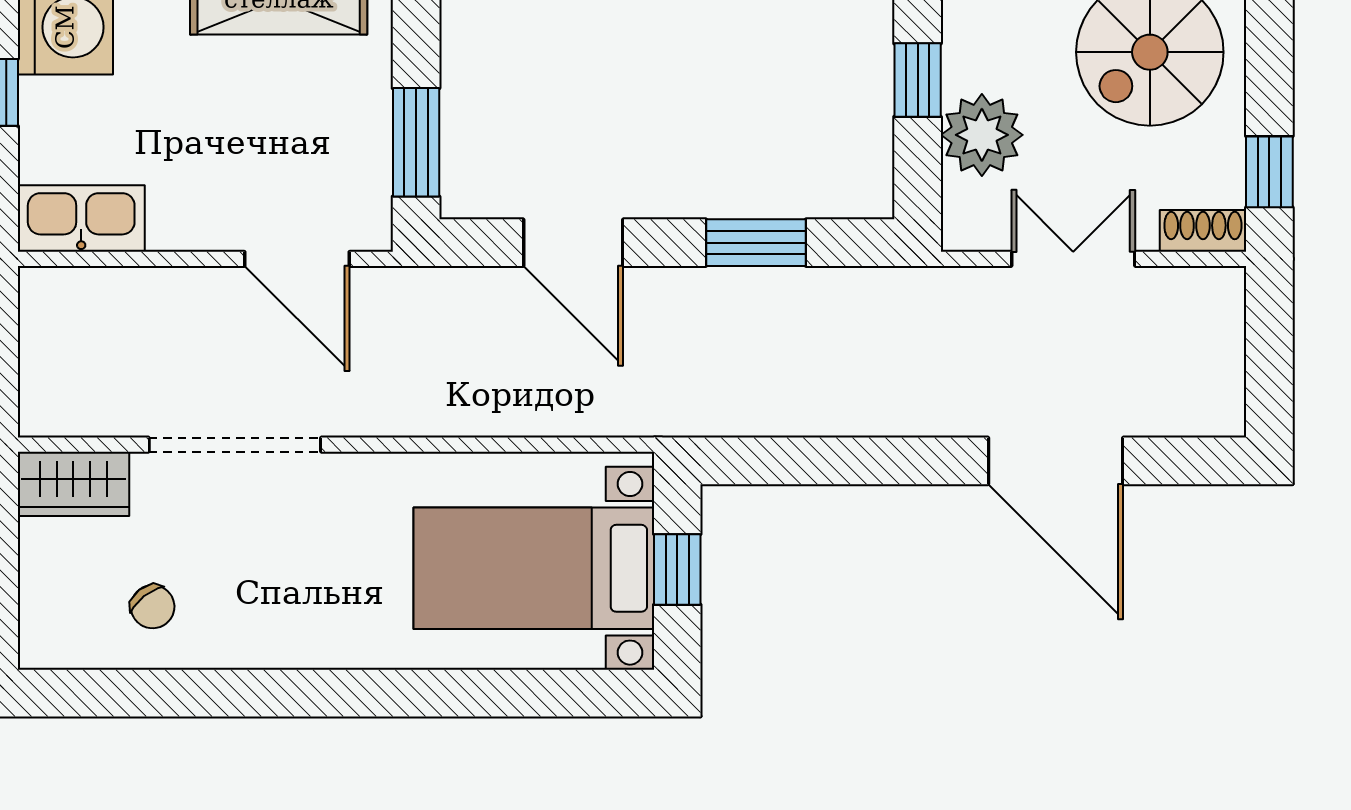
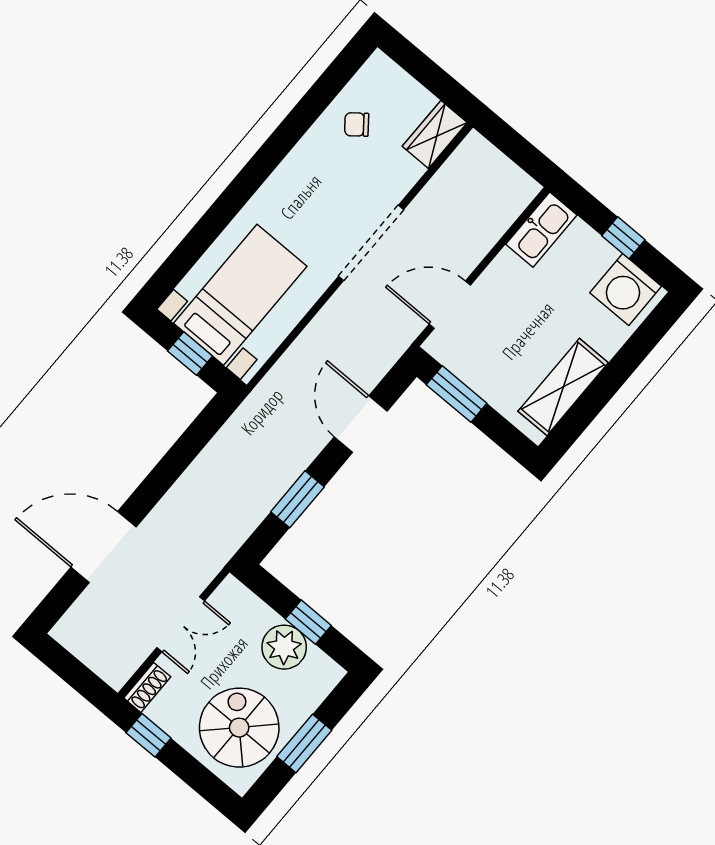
plant: (982, 135) -> (284, 647), moved
door: (573, 243) -> (361, 424), hinge flipped
doorway: (235, 445) -> (371, 243), moved

